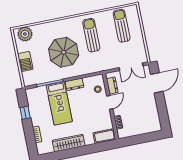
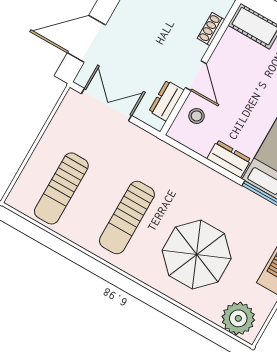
parasol: (64, 52) -> (197, 254), moved
door: (110, 102) -> (196, 76), swing flipped

